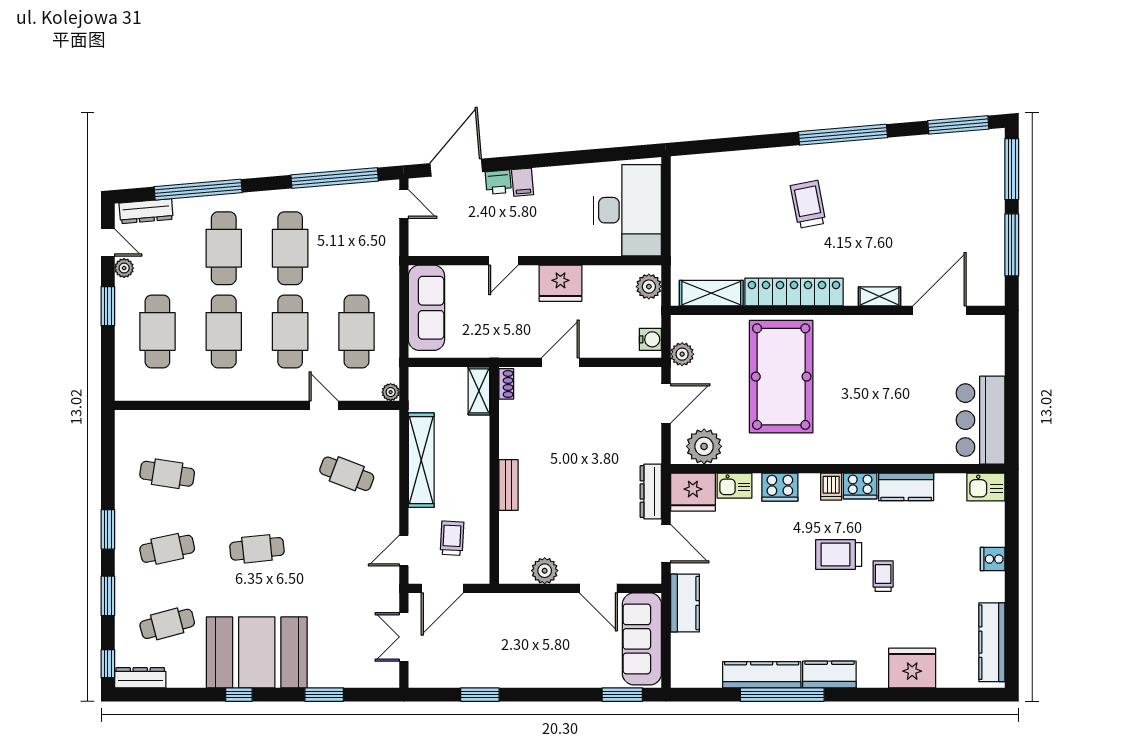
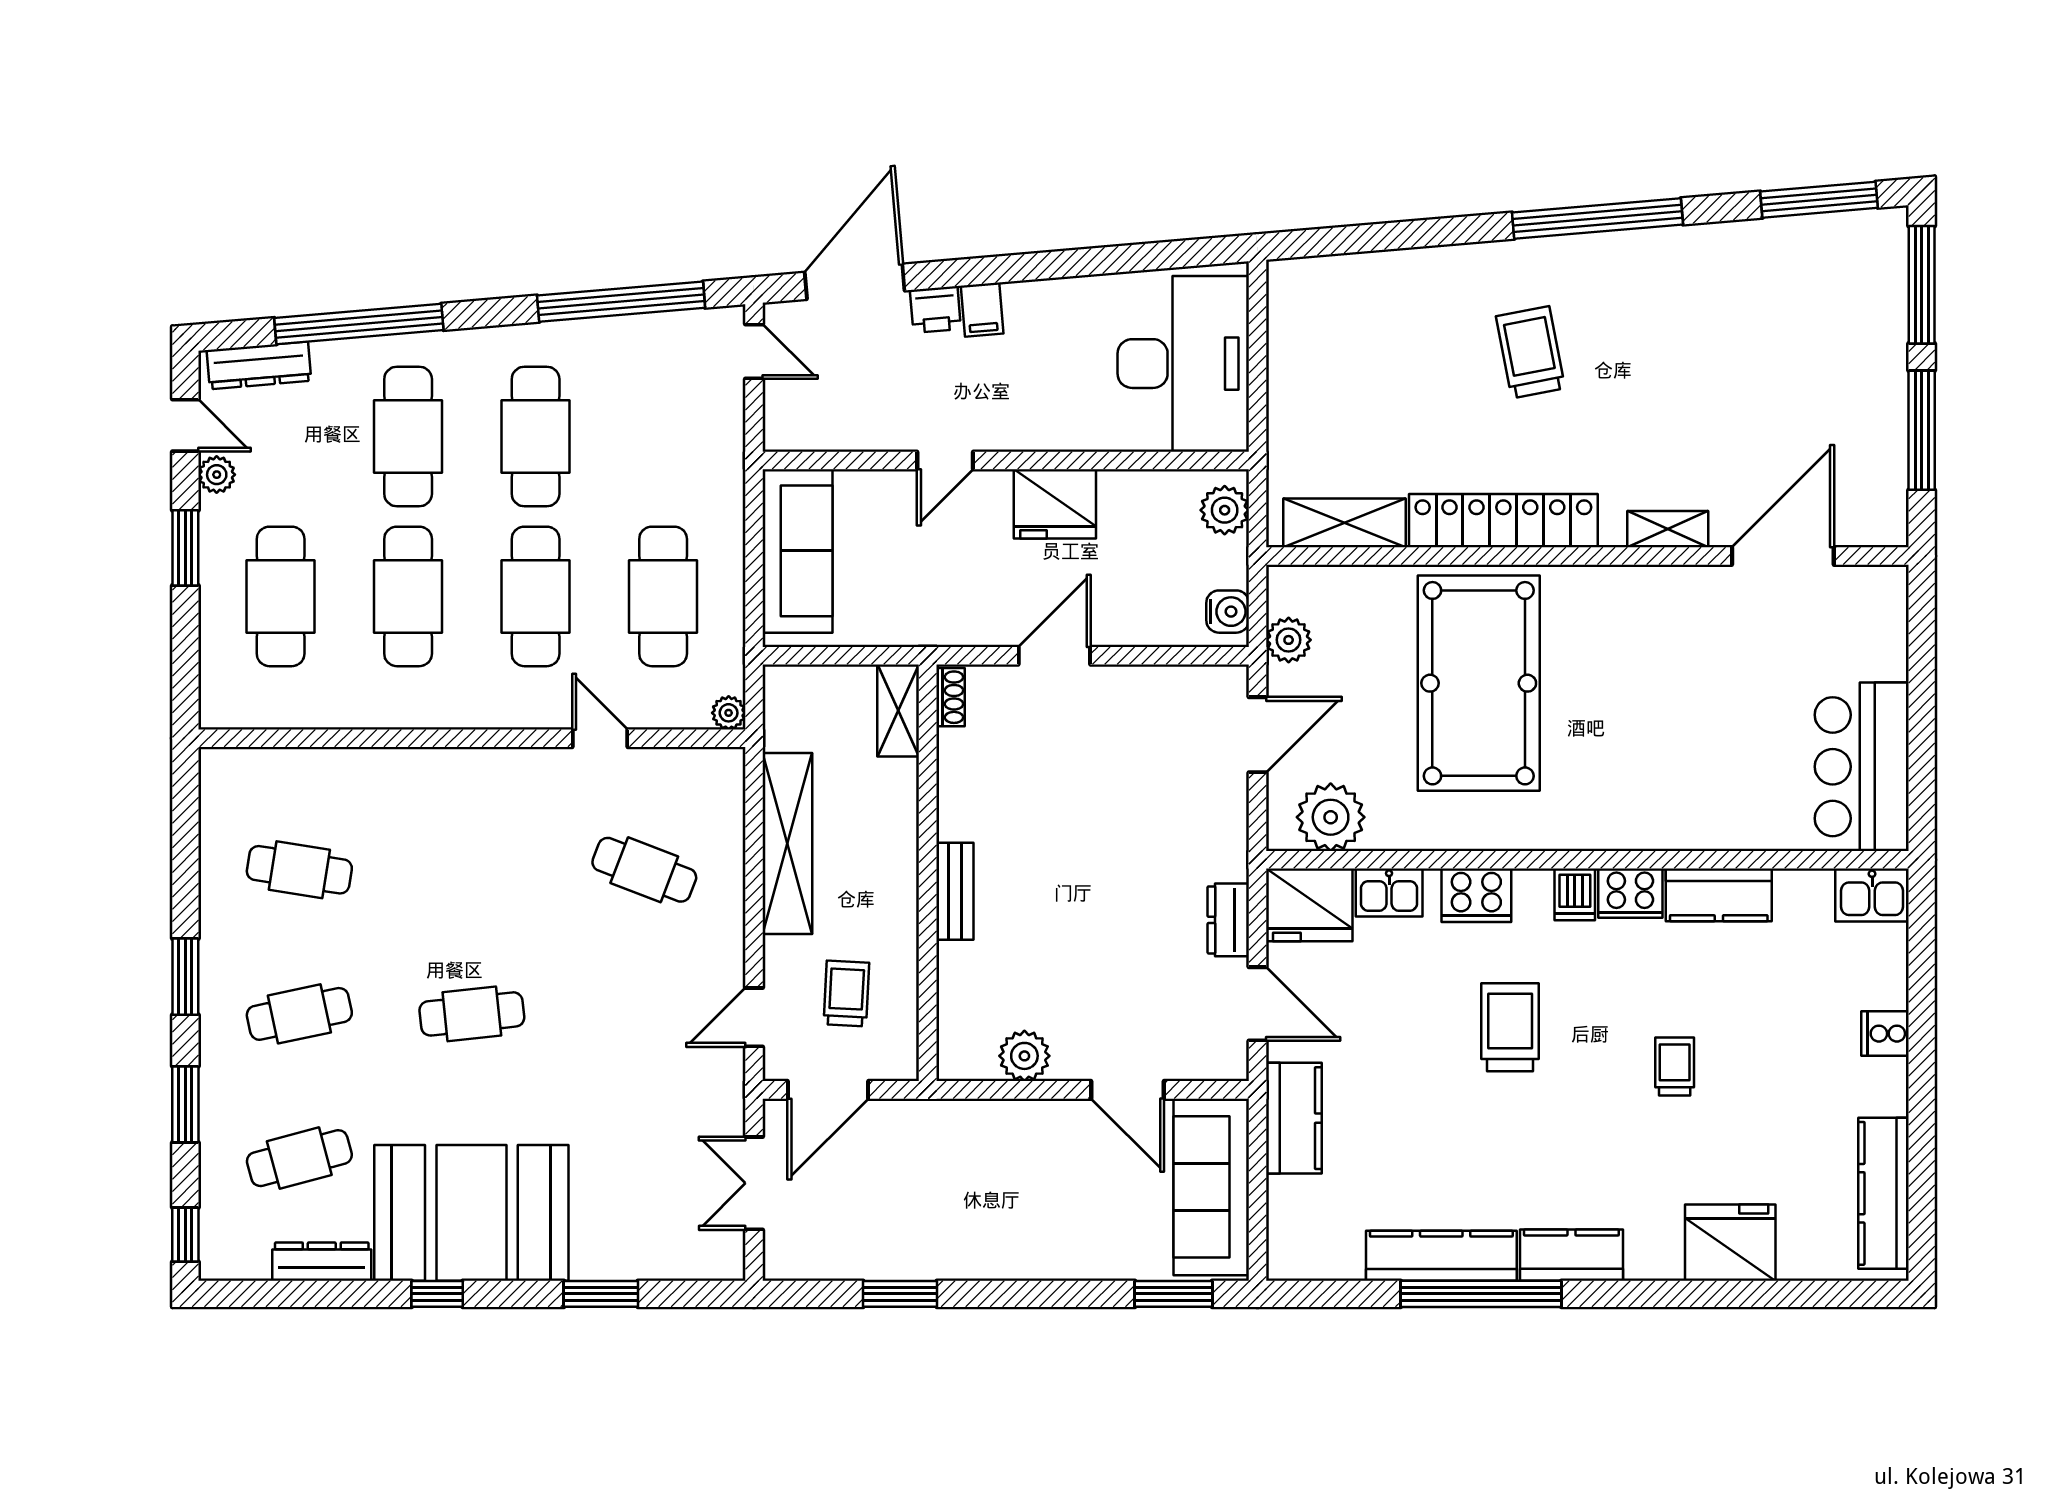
dresser: (651, 492) -> (1228, 920), width x0.70
trolley: (839, 554) -> (1510, 1027), moved, turned 90
dresser: (140, 678) -> (322, 1262), moved

